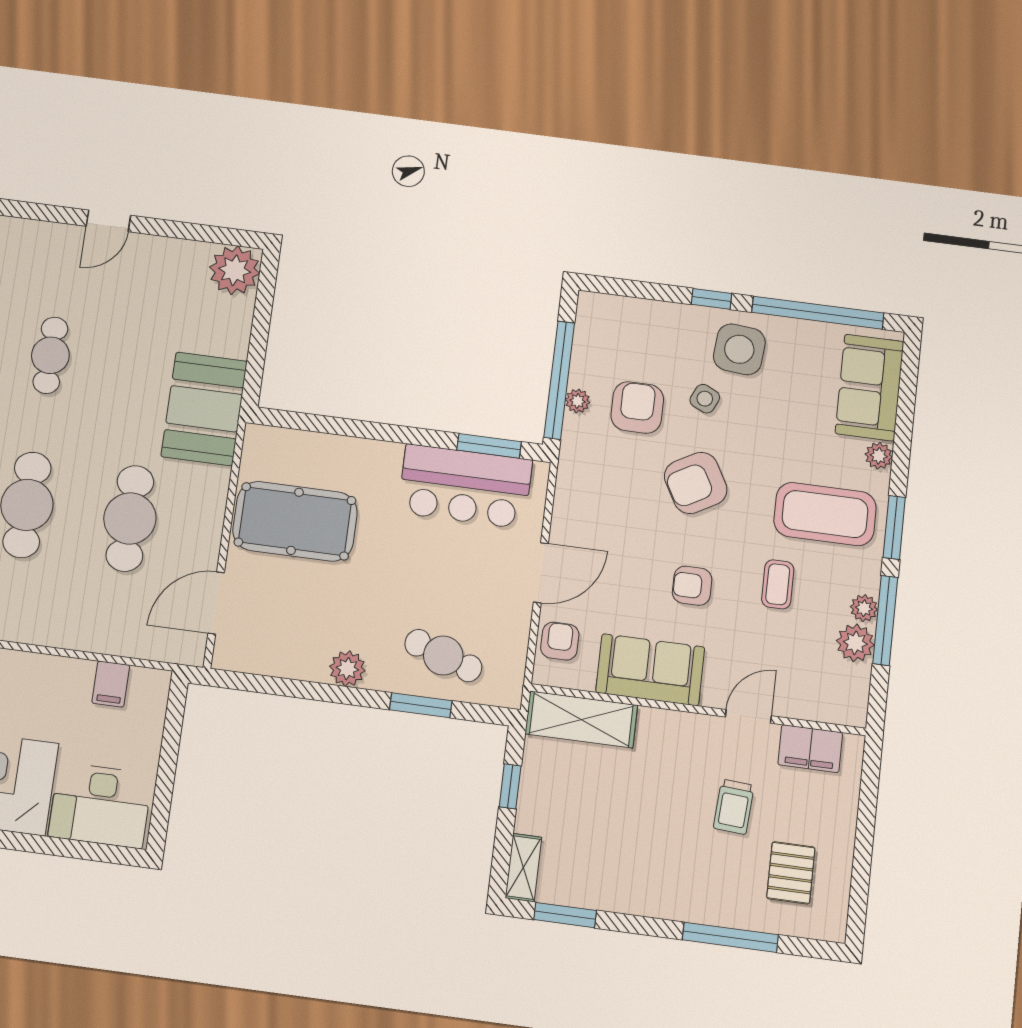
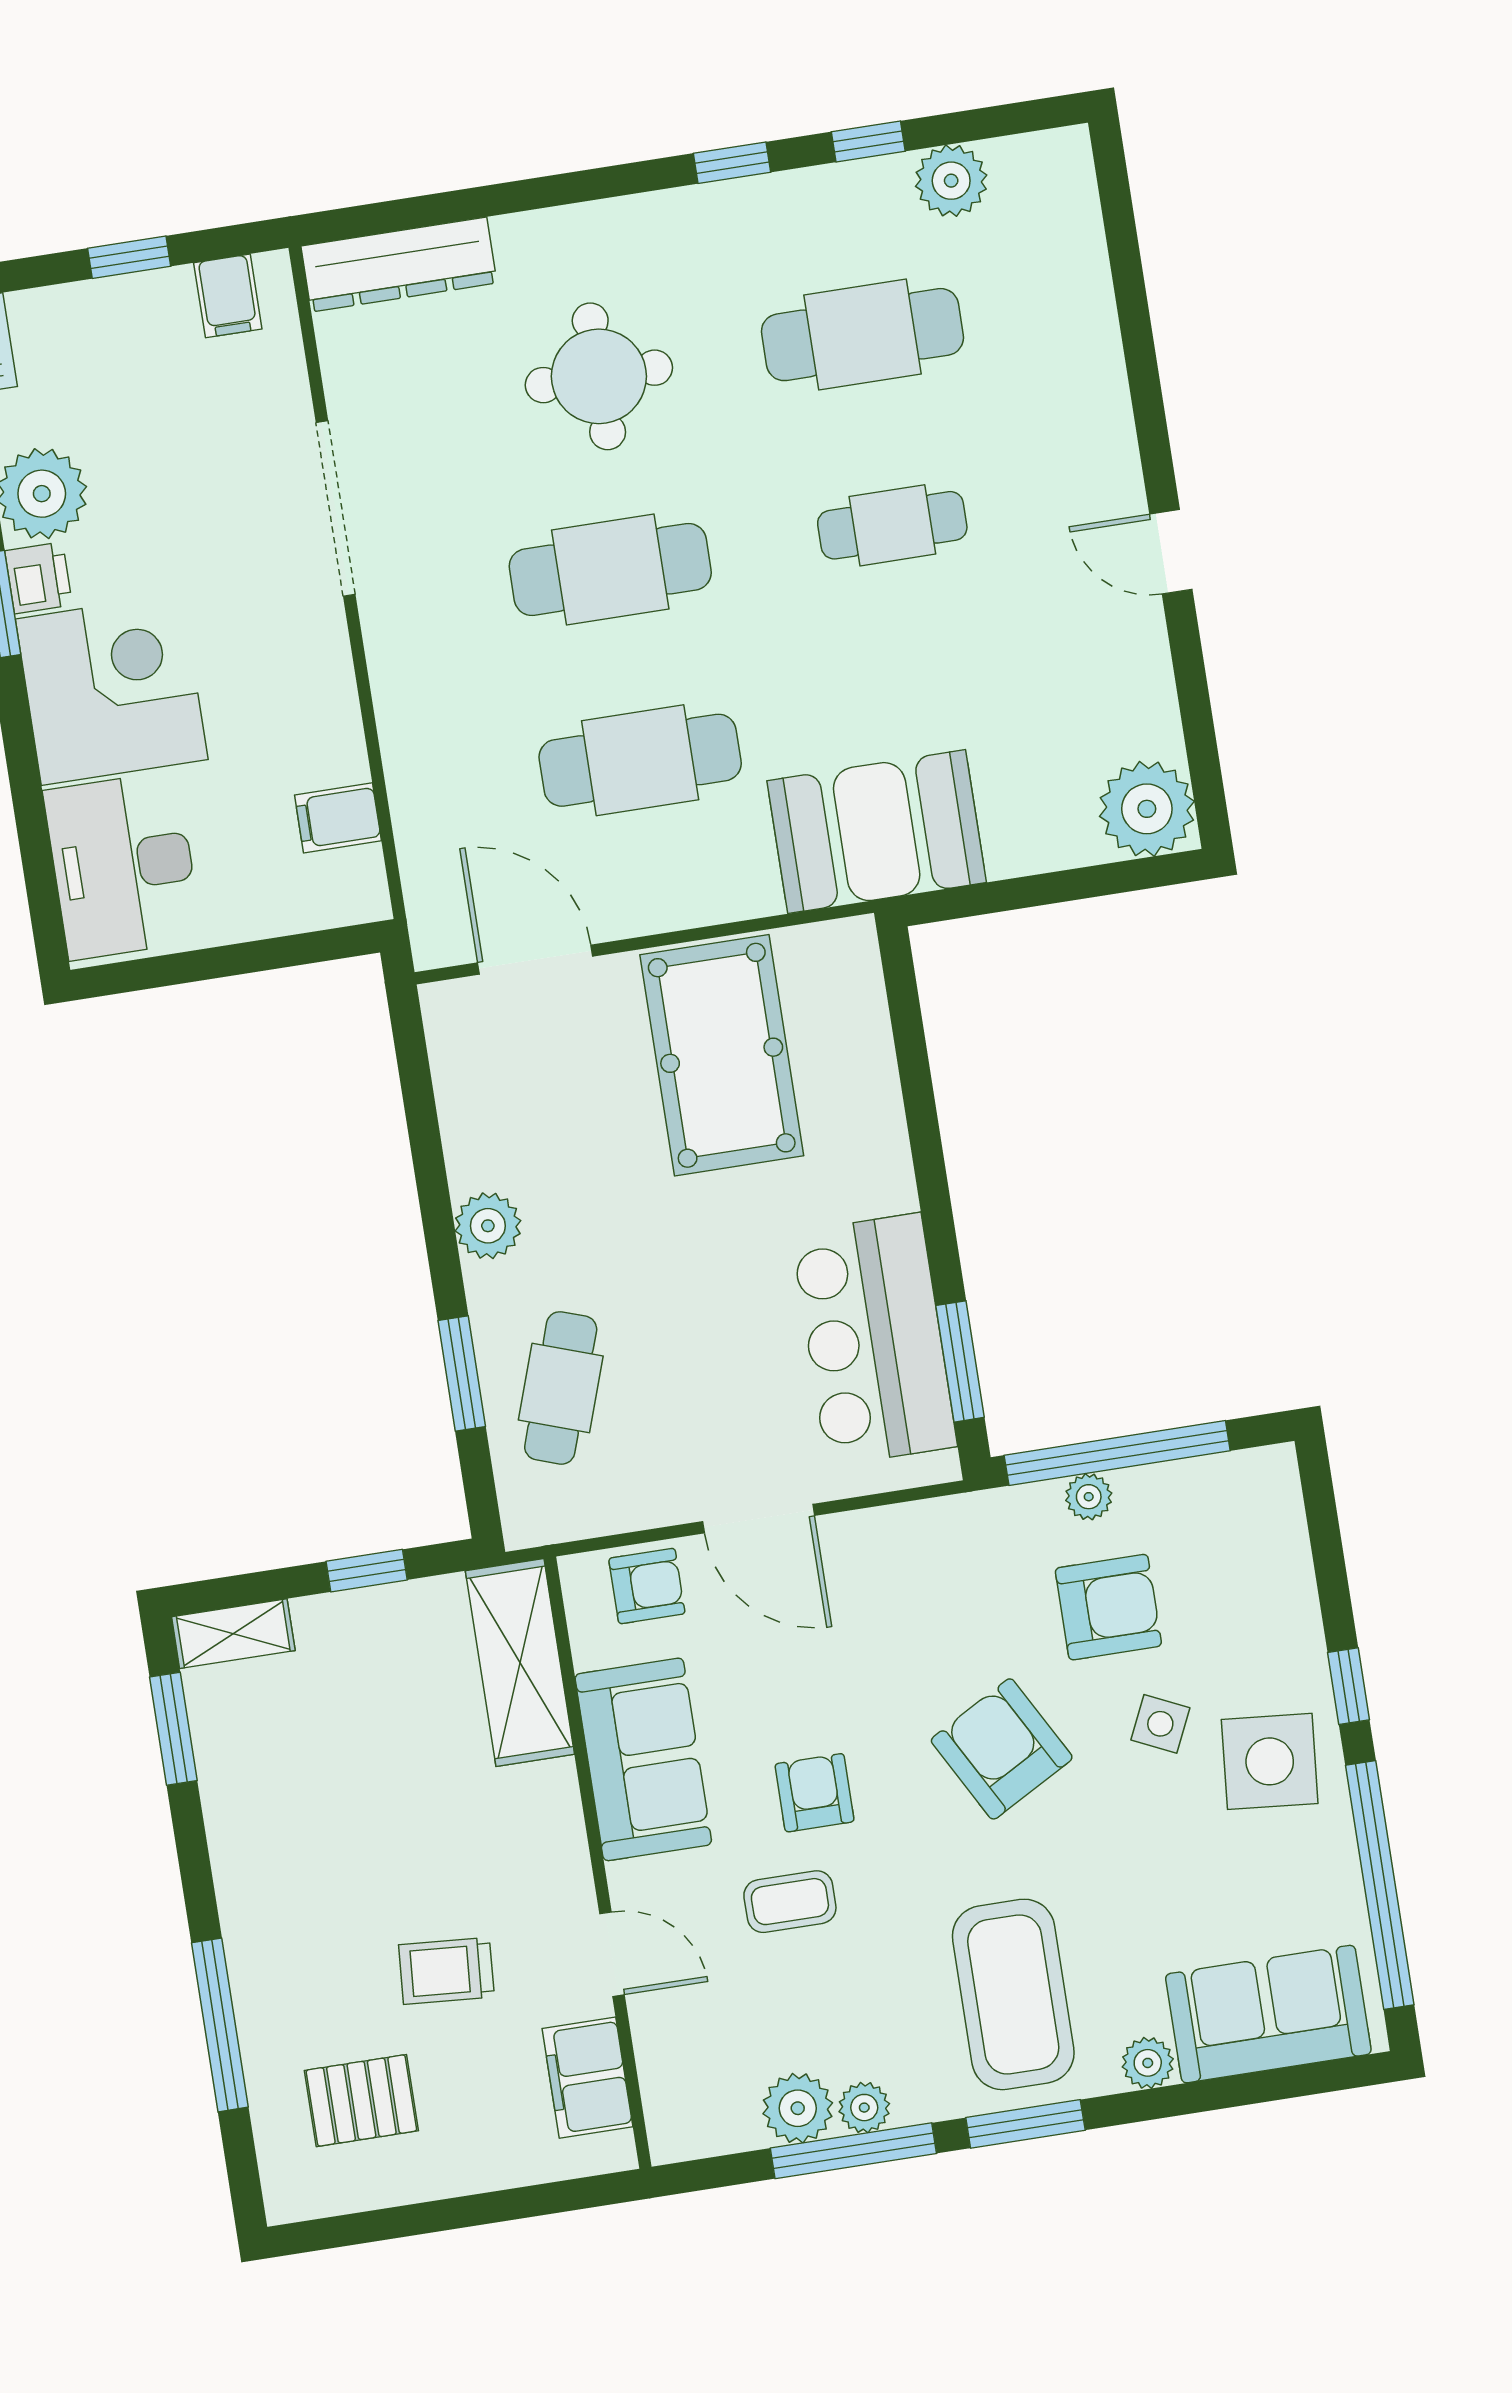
coffee table: (778, 584) -> (790, 1902), moved

